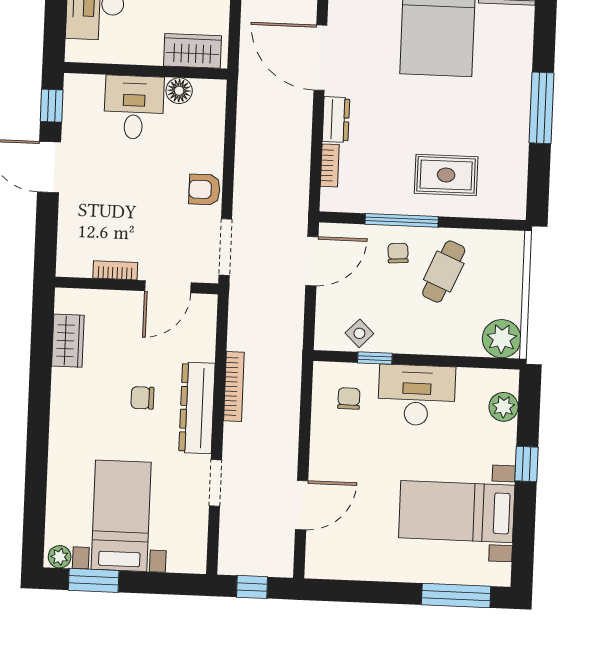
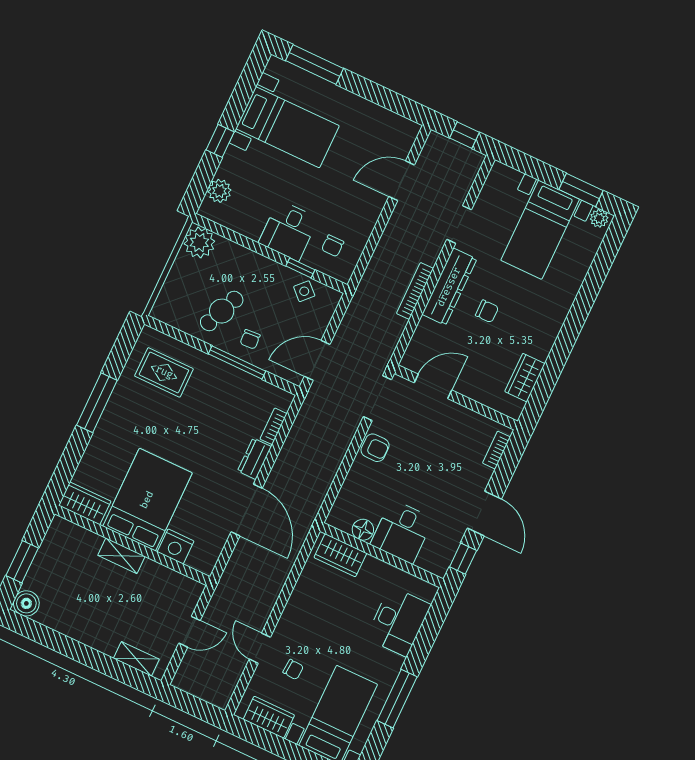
rug: (446, 175) -> (164, 372), moved
bookcase: (115, 270) -> (496, 450), moved, turned 90
desk: (417, 395) -> (288, 231), width x0.73

